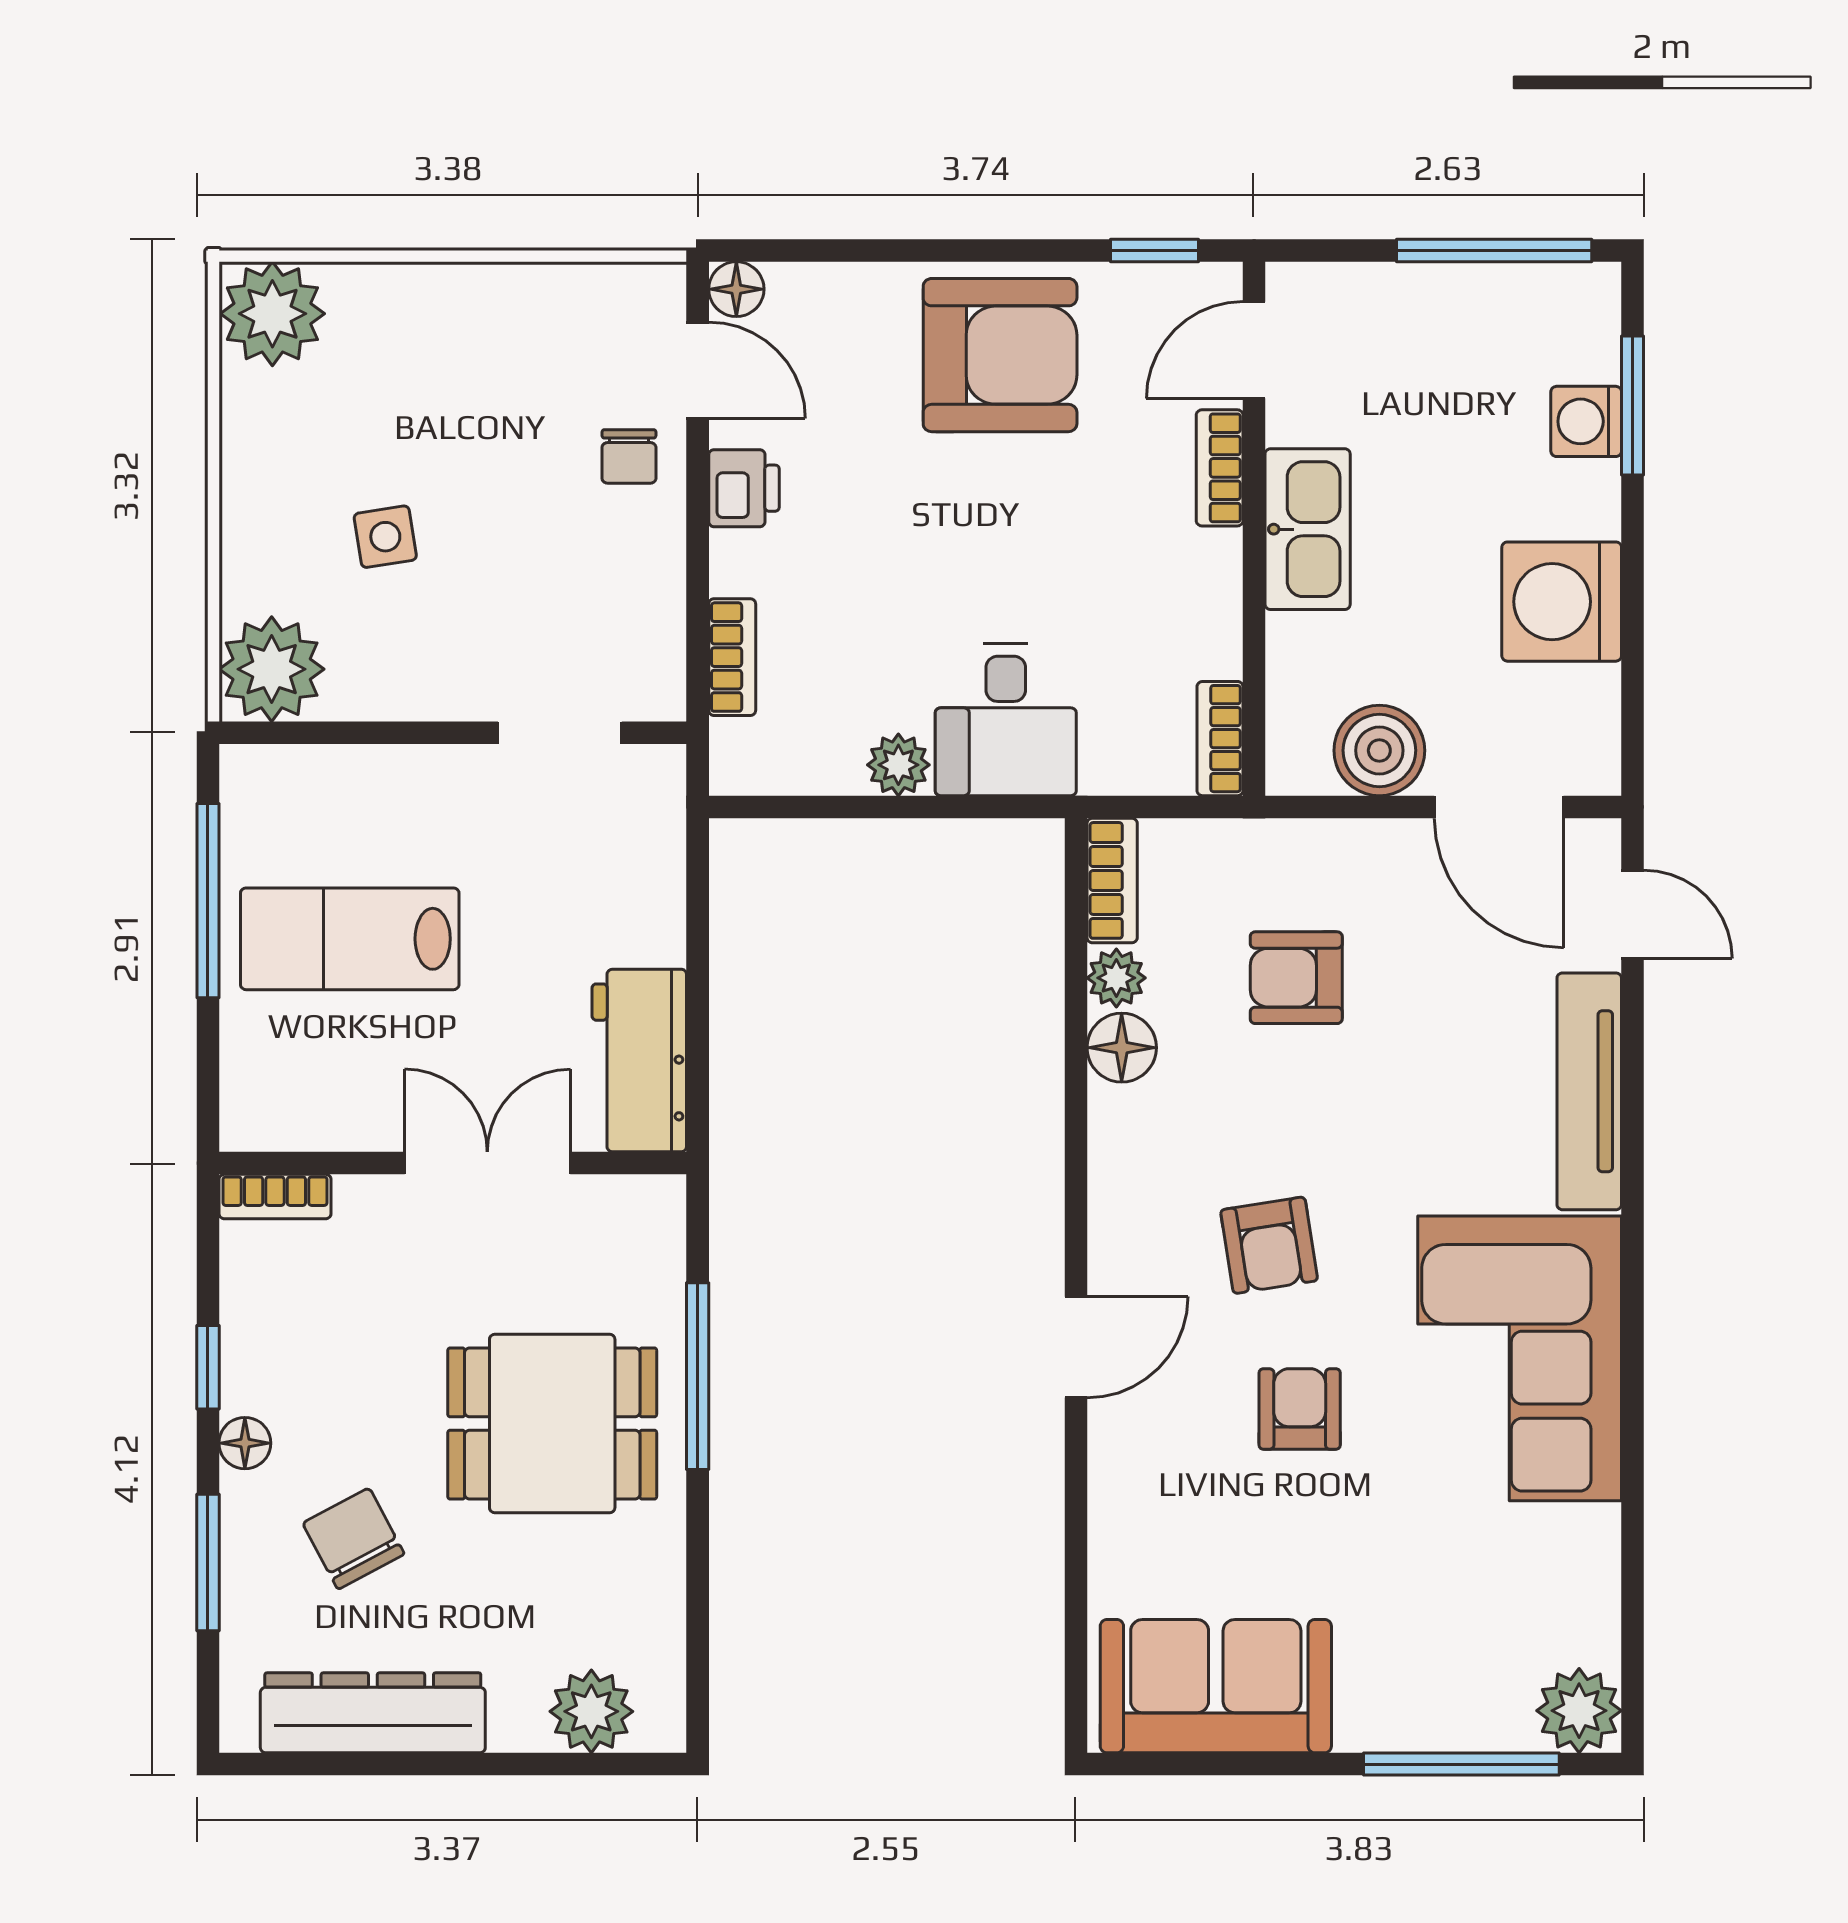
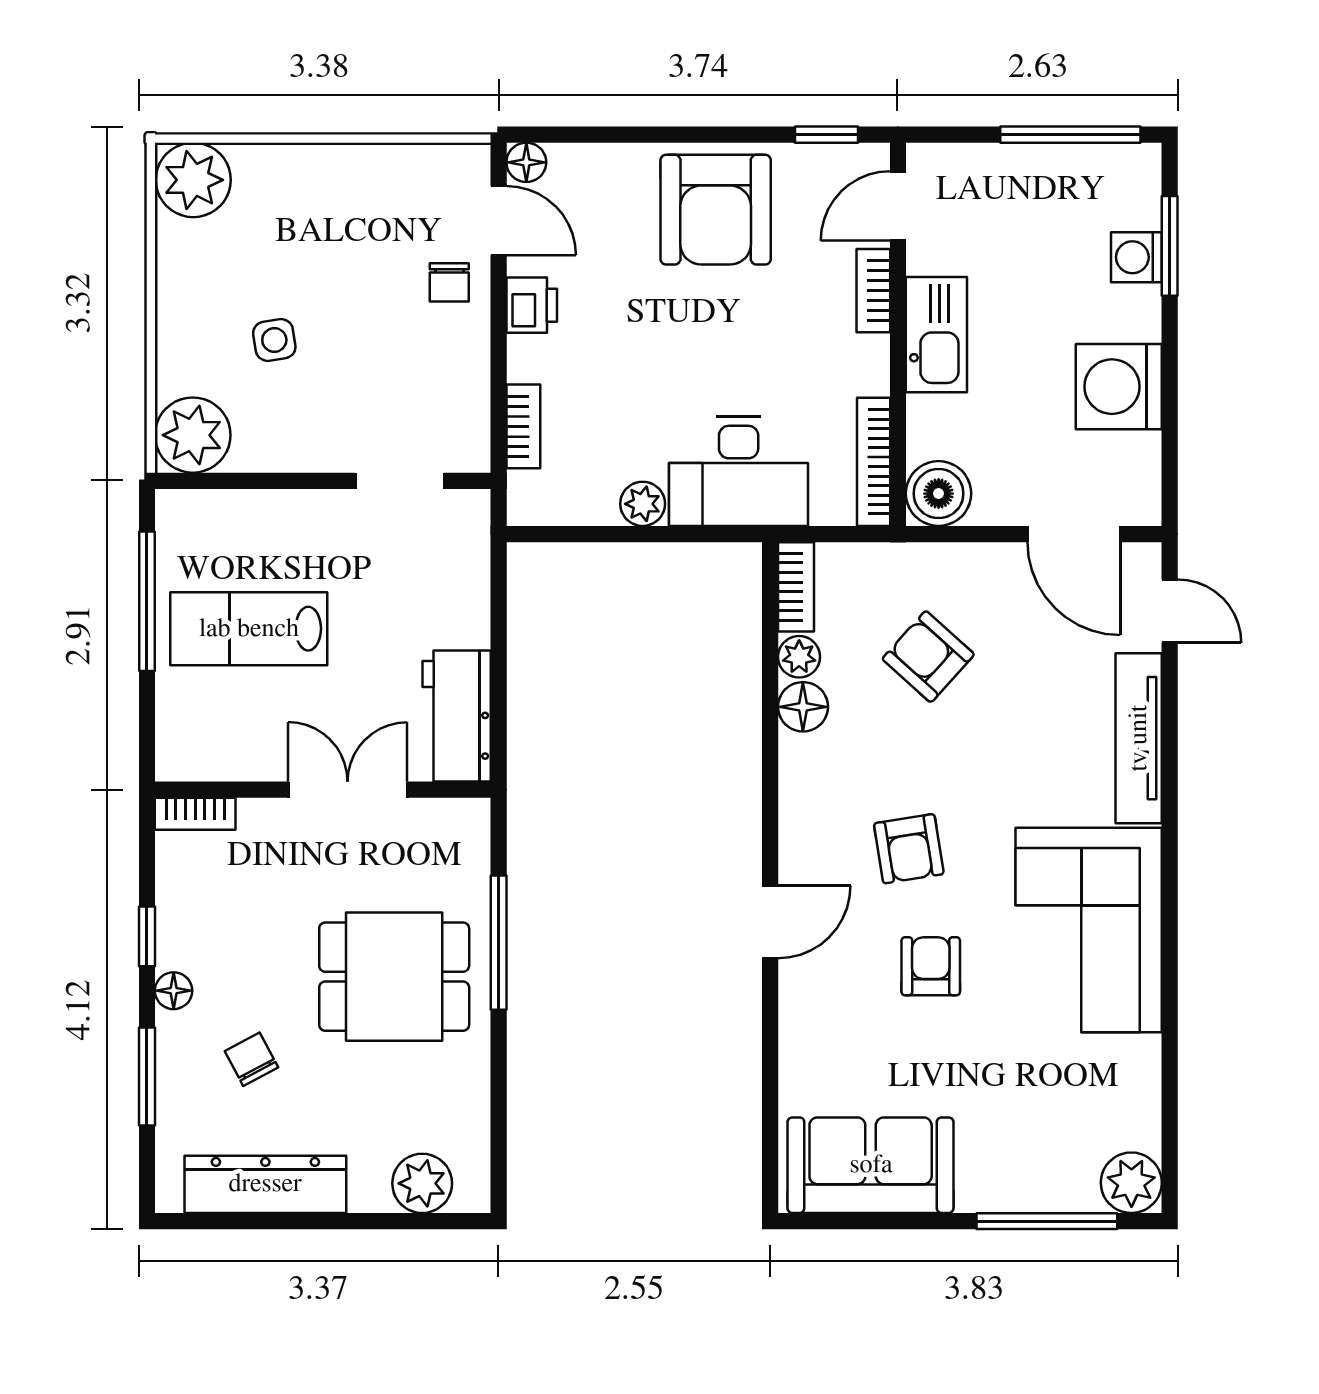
armchair: (1000, 355) -> (716, 210), turned 90
desk: (1006, 720) -> (739, 471), width x1.37
bookcase: (1220, 739) -> (874, 462), width x1.56
boiler: (1379, 750) -> (939, 494), moved
armchair: (1296, 978) -> (928, 657), turned 42
chair: (354, 1539) -> (251, 1059), width x0.73, depth x0.73

